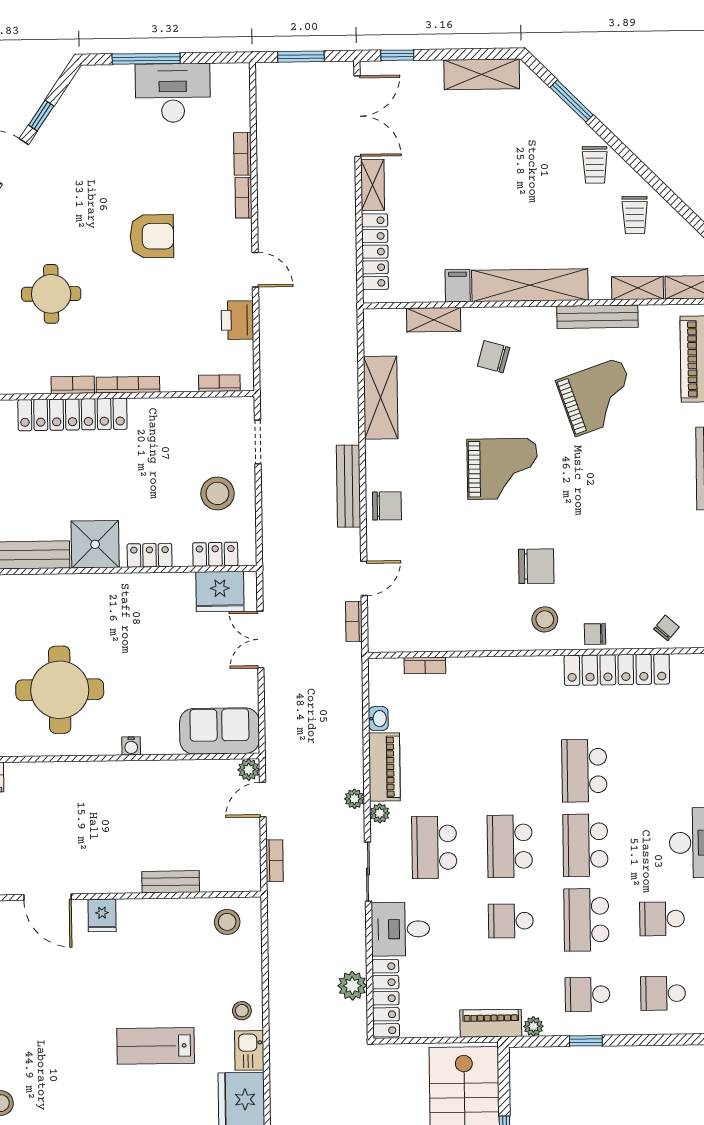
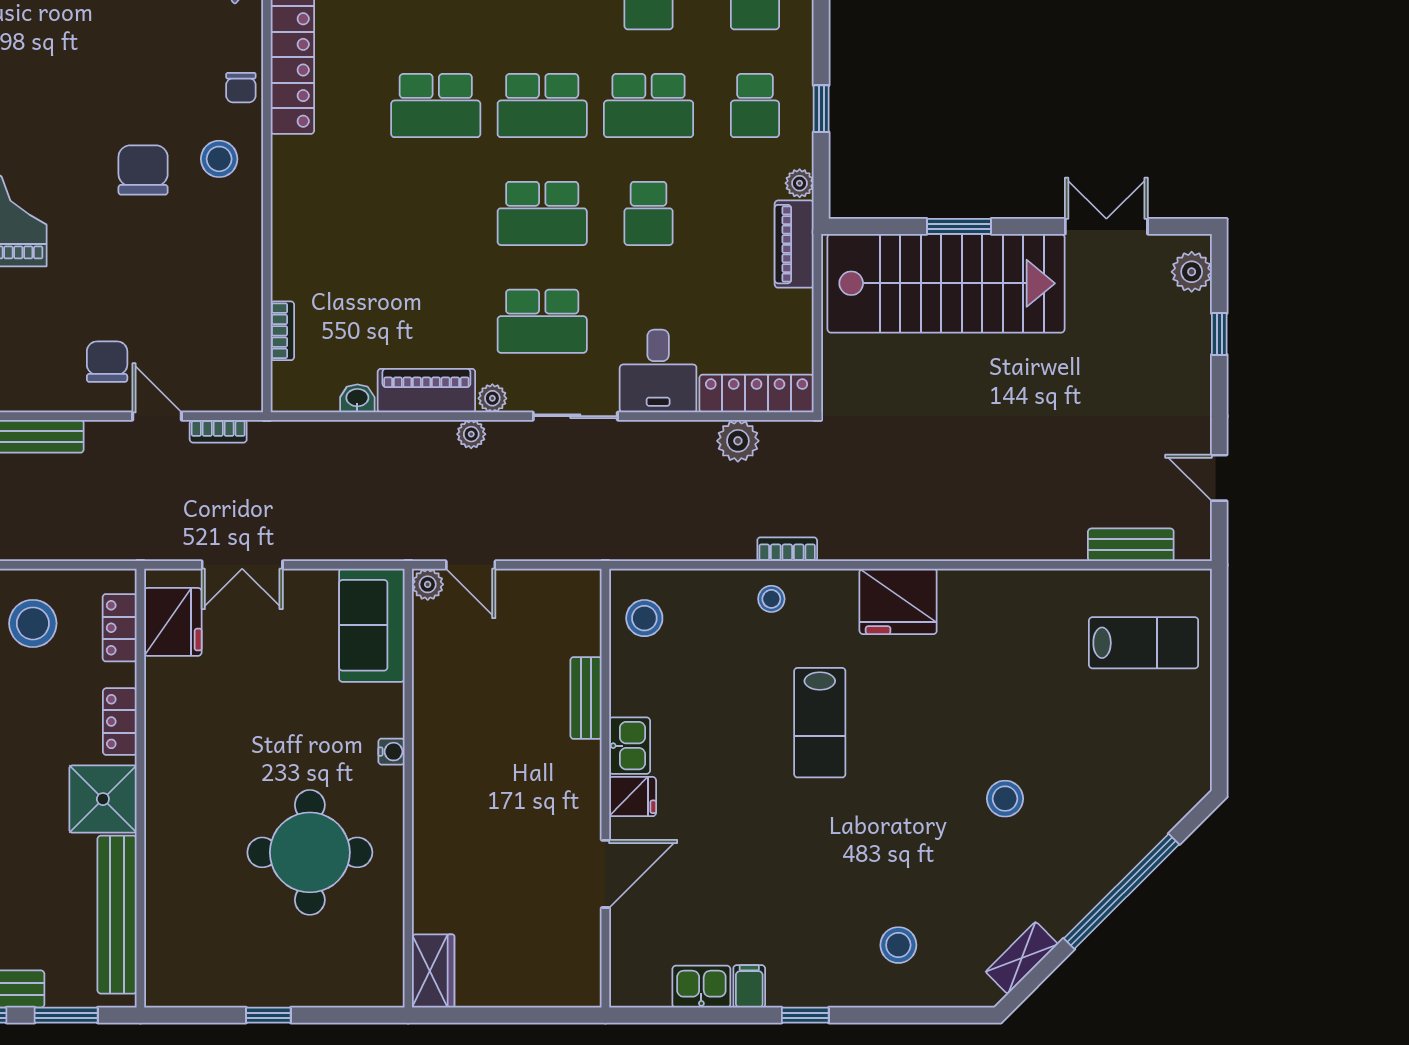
chair: (387, 506) -> (107, 362), moved
bookcase: (275, 861) -> (787, 549), moved
kitchen sink: (249, 1050) -> (630, 746), moved, turned -90

